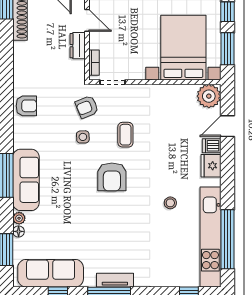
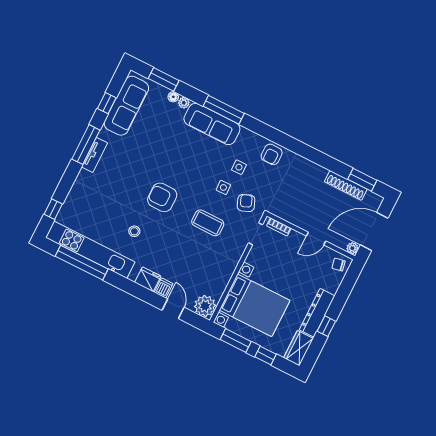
dresser: (78, 46) -> (299, 220), removed
side table: (55, 132) -> (239, 167), added
coffee table: (125, 135) -> (208, 223), width x1.36, depth x1.30
armchair: (112, 177) -> (162, 197), moved

